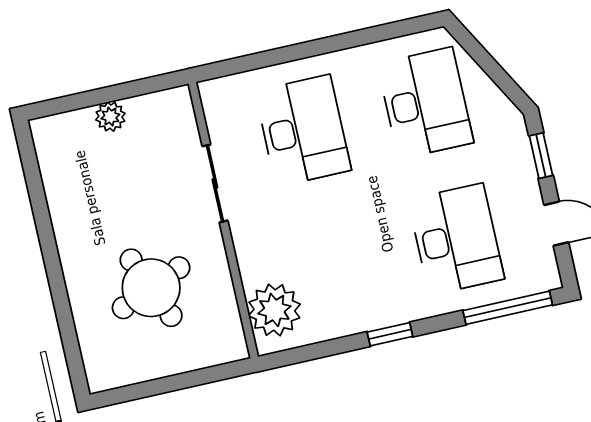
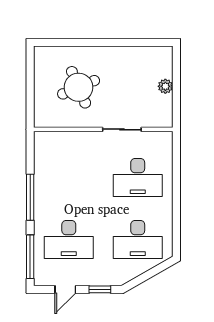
plant: (274, 310) -> (54, 144), removed
window: (390, 334) -> (30, 197), width x2.17

